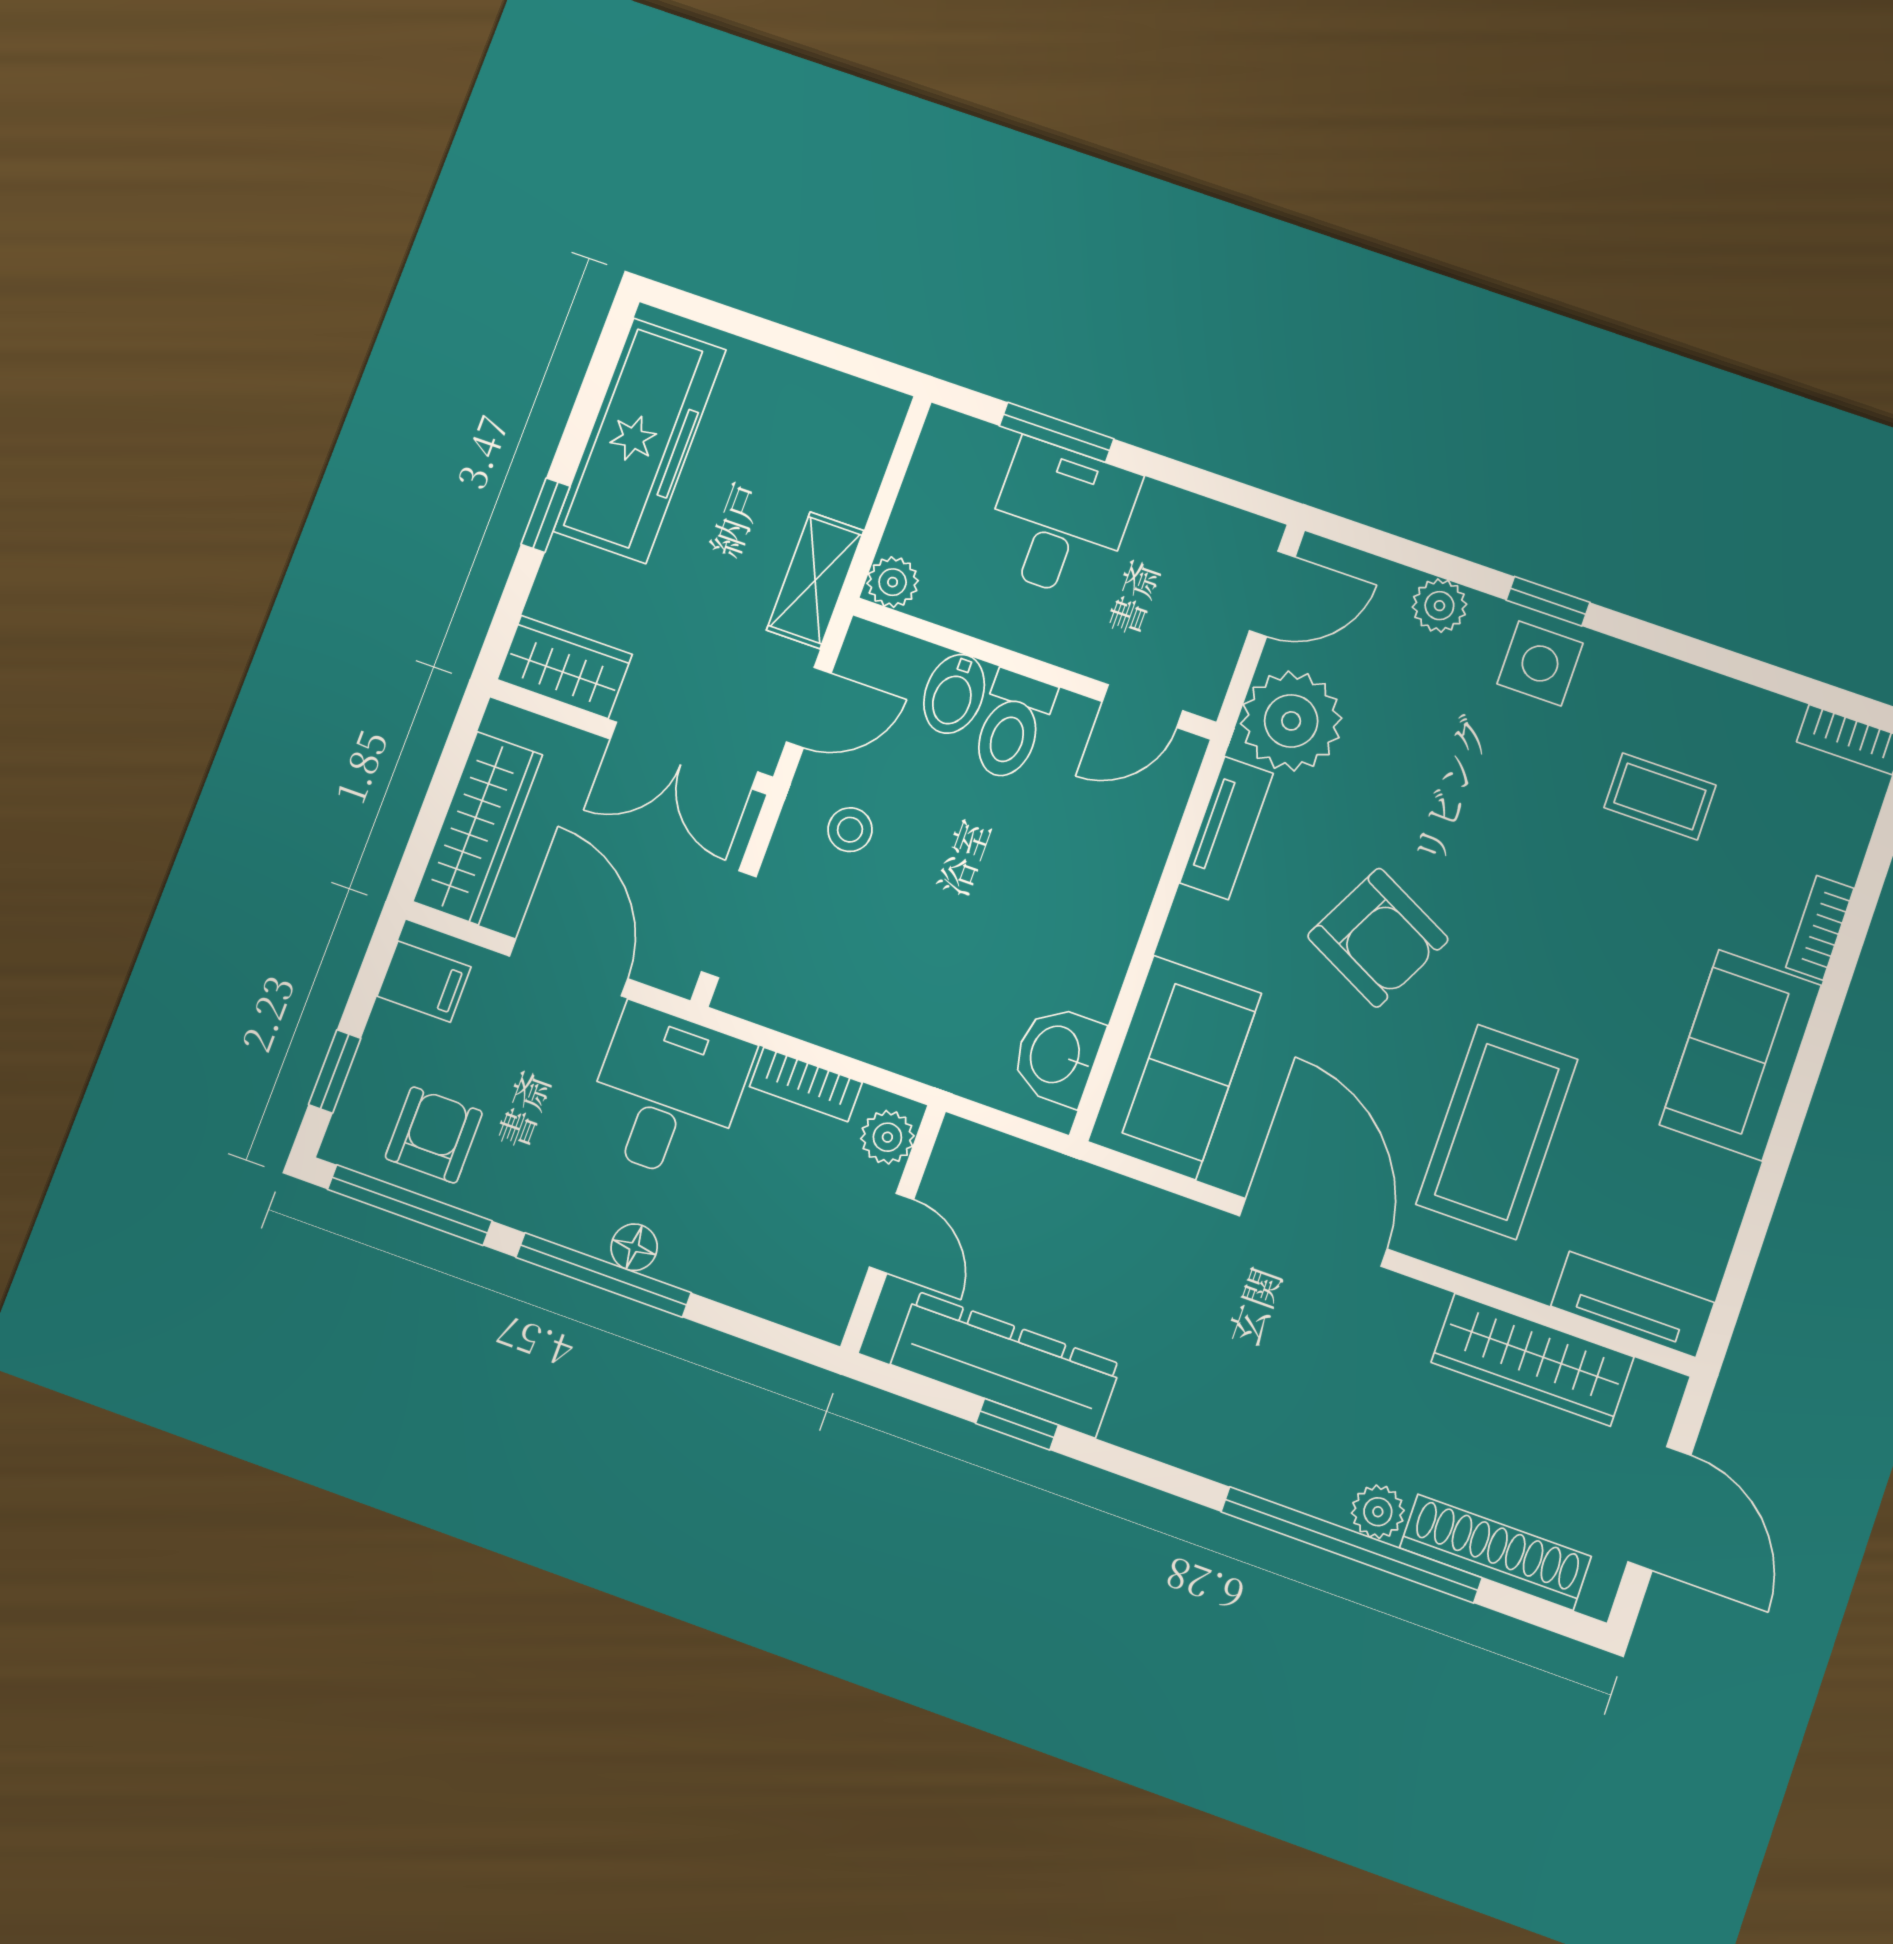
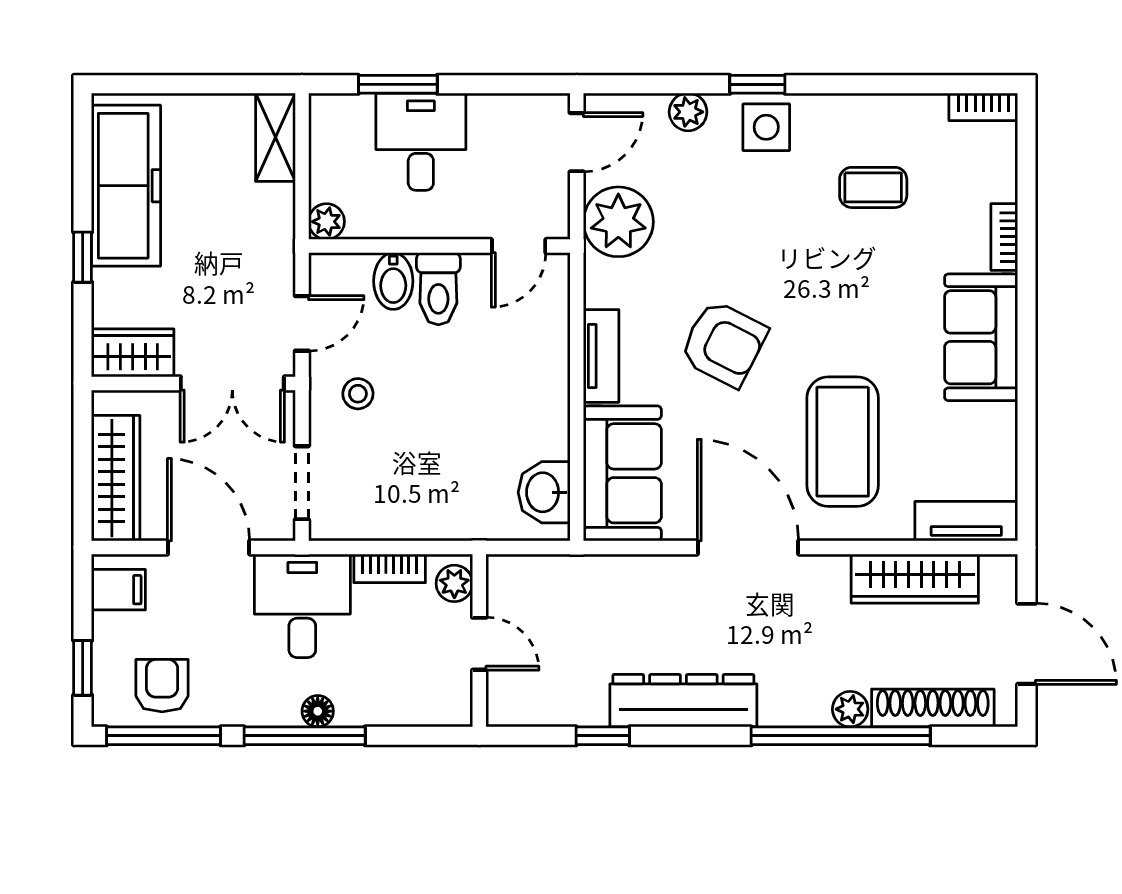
shelving: (815, 580) -> (275, 137), moved
tv unit: (1226, 828) -> (601, 356), moved
dresser: (1006, 1364) -> (683, 701), moved

